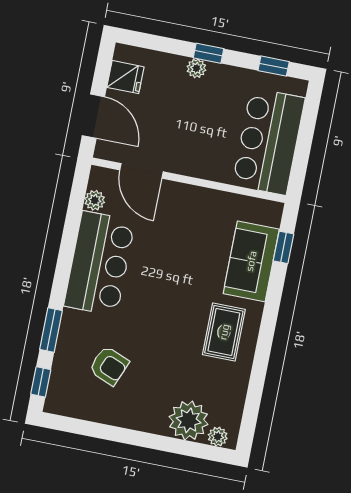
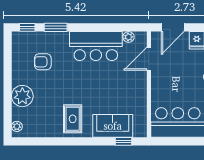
rug: (224, 332) -> (73, 119), turned 90
armchair: (109, 366) -> (43, 62), turned 68
plant: (189, 420) -> (22, 96), moved

